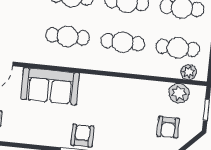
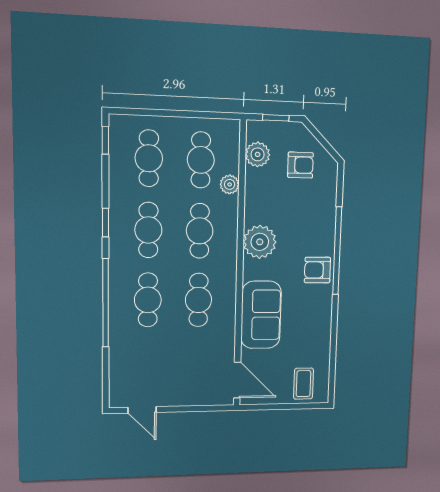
plant: (189, 72) -> (230, 184), moved
plant: (110, 90) -> (260, 242), added

